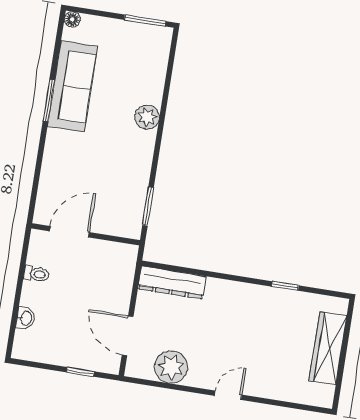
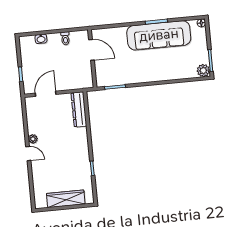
sofa: (72, 86) -> (159, 35), width x1.36, depth x1.27
plant: (147, 117) -> (203, 71), moved
plant: (171, 367) -> (33, 139), moved, width x0.53, depth x0.53

